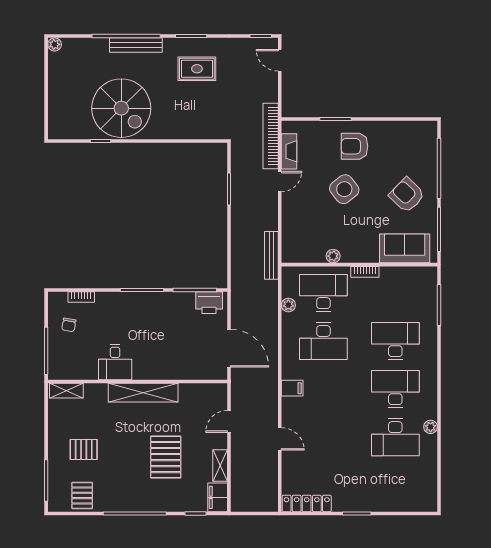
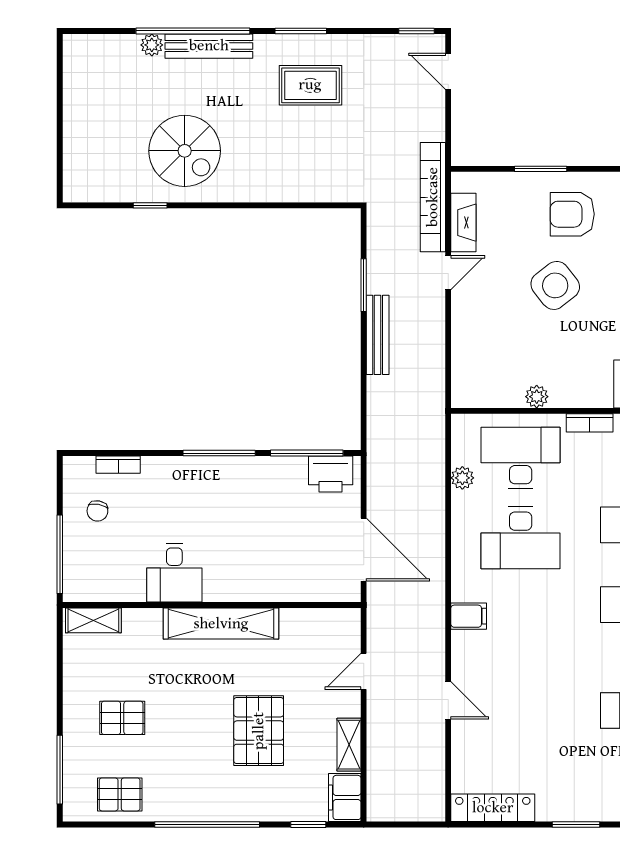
plant: (55, 44) -> (152, 45), moved
spiral stairs: (121, 108) -> (185, 151), width x0.73, depth x0.73
bench: (271, 255) -> (378, 335), moved
pallet: (82, 495) -> (120, 794), turned 90

